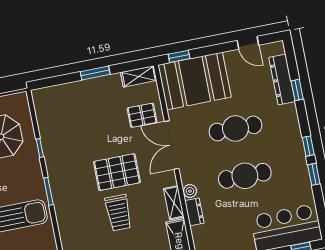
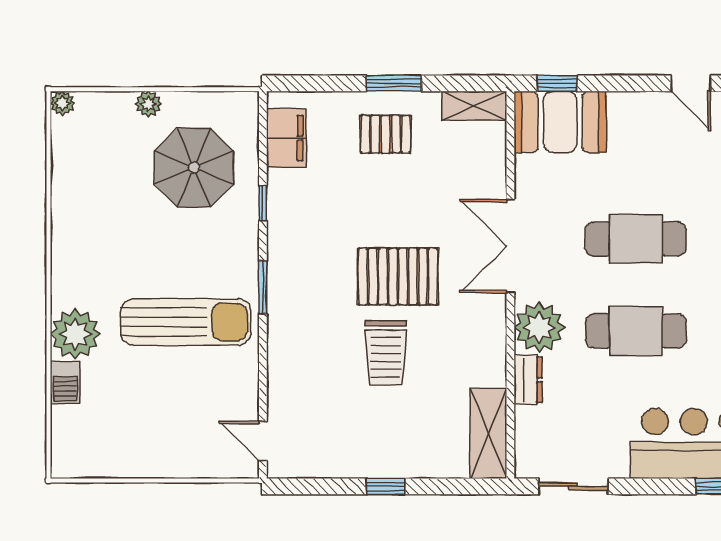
booth: (194, 81) -> (560, 122), width x0.73, depth x0.70
filing cabinet: (45, 112) -> (286, 138), added
pallet: (142, 115) -> (386, 134), moved
plant: (190, 191) -> (539, 327), width x1.87, depth x1.87
shelving: (174, 203) -> (493, 355), removed

